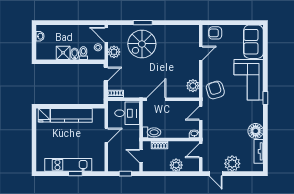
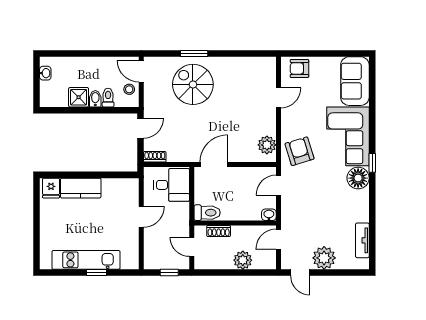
spiral stairs: (142, 44) -> (193, 84), turned 90
plant: (114, 52) -> (152, 96), removed
kitchen counter: (71, 115) -> (81, 188), width x0.67
floor lamp: (256, 131) -> (358, 178), moved

